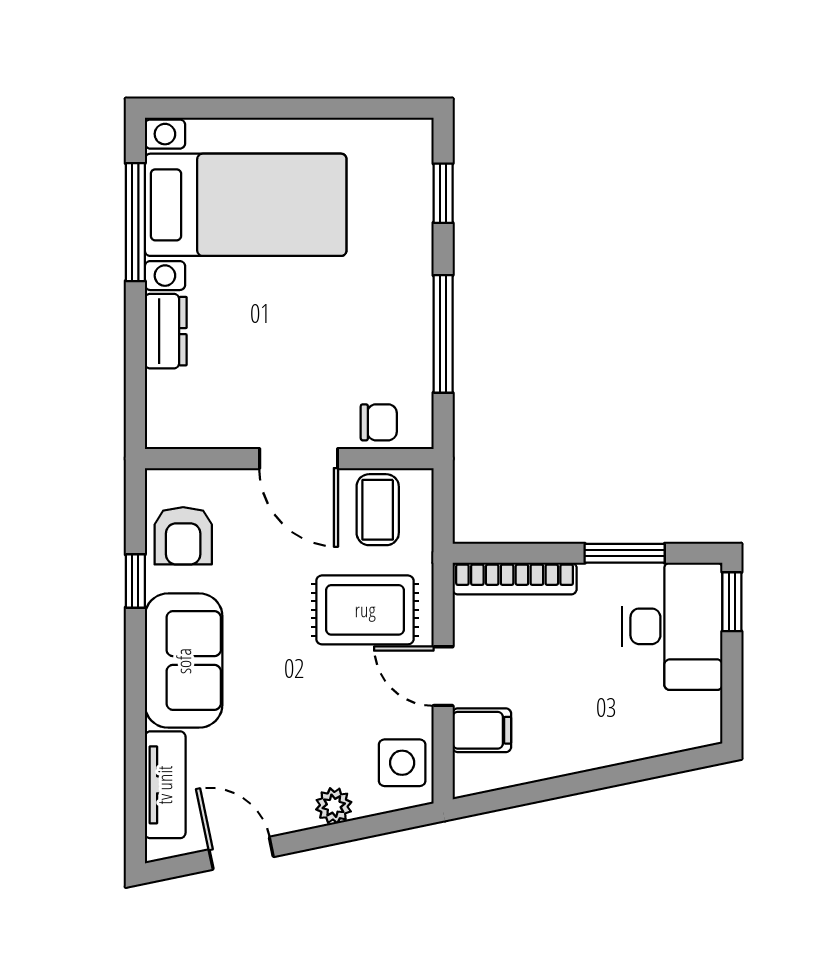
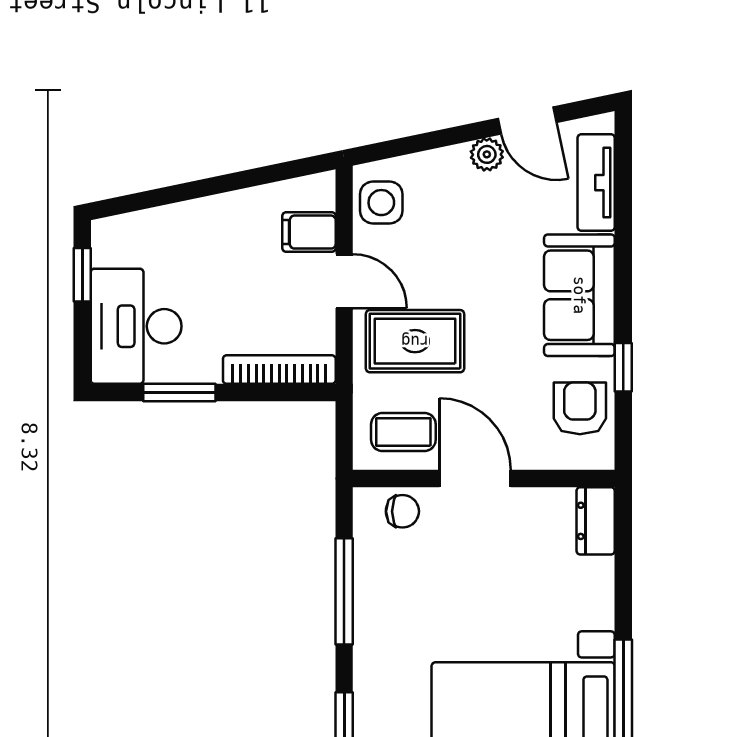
dresser: (166, 331) -> (596, 521), moved
chair: (379, 422) -> (402, 511), turned 180
coffee table: (378, 510) -> (403, 432), turned 90
window: (732, 602) -> (82, 275), moved
plant: (334, 806) -> (487, 154), moved

